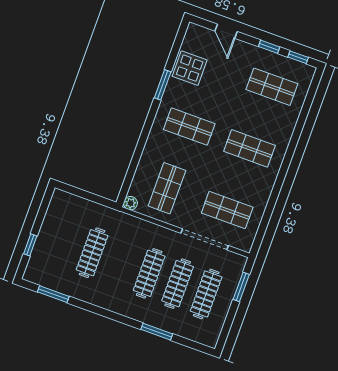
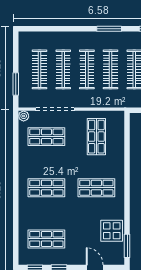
window: (163, 85) -> (127, 246), moved
plant: (131, 203) -> (24, 116), moved
clothes rail: (121, 263) -> (111, 69), added
window: (157, 332) -> (109, 29), moved

